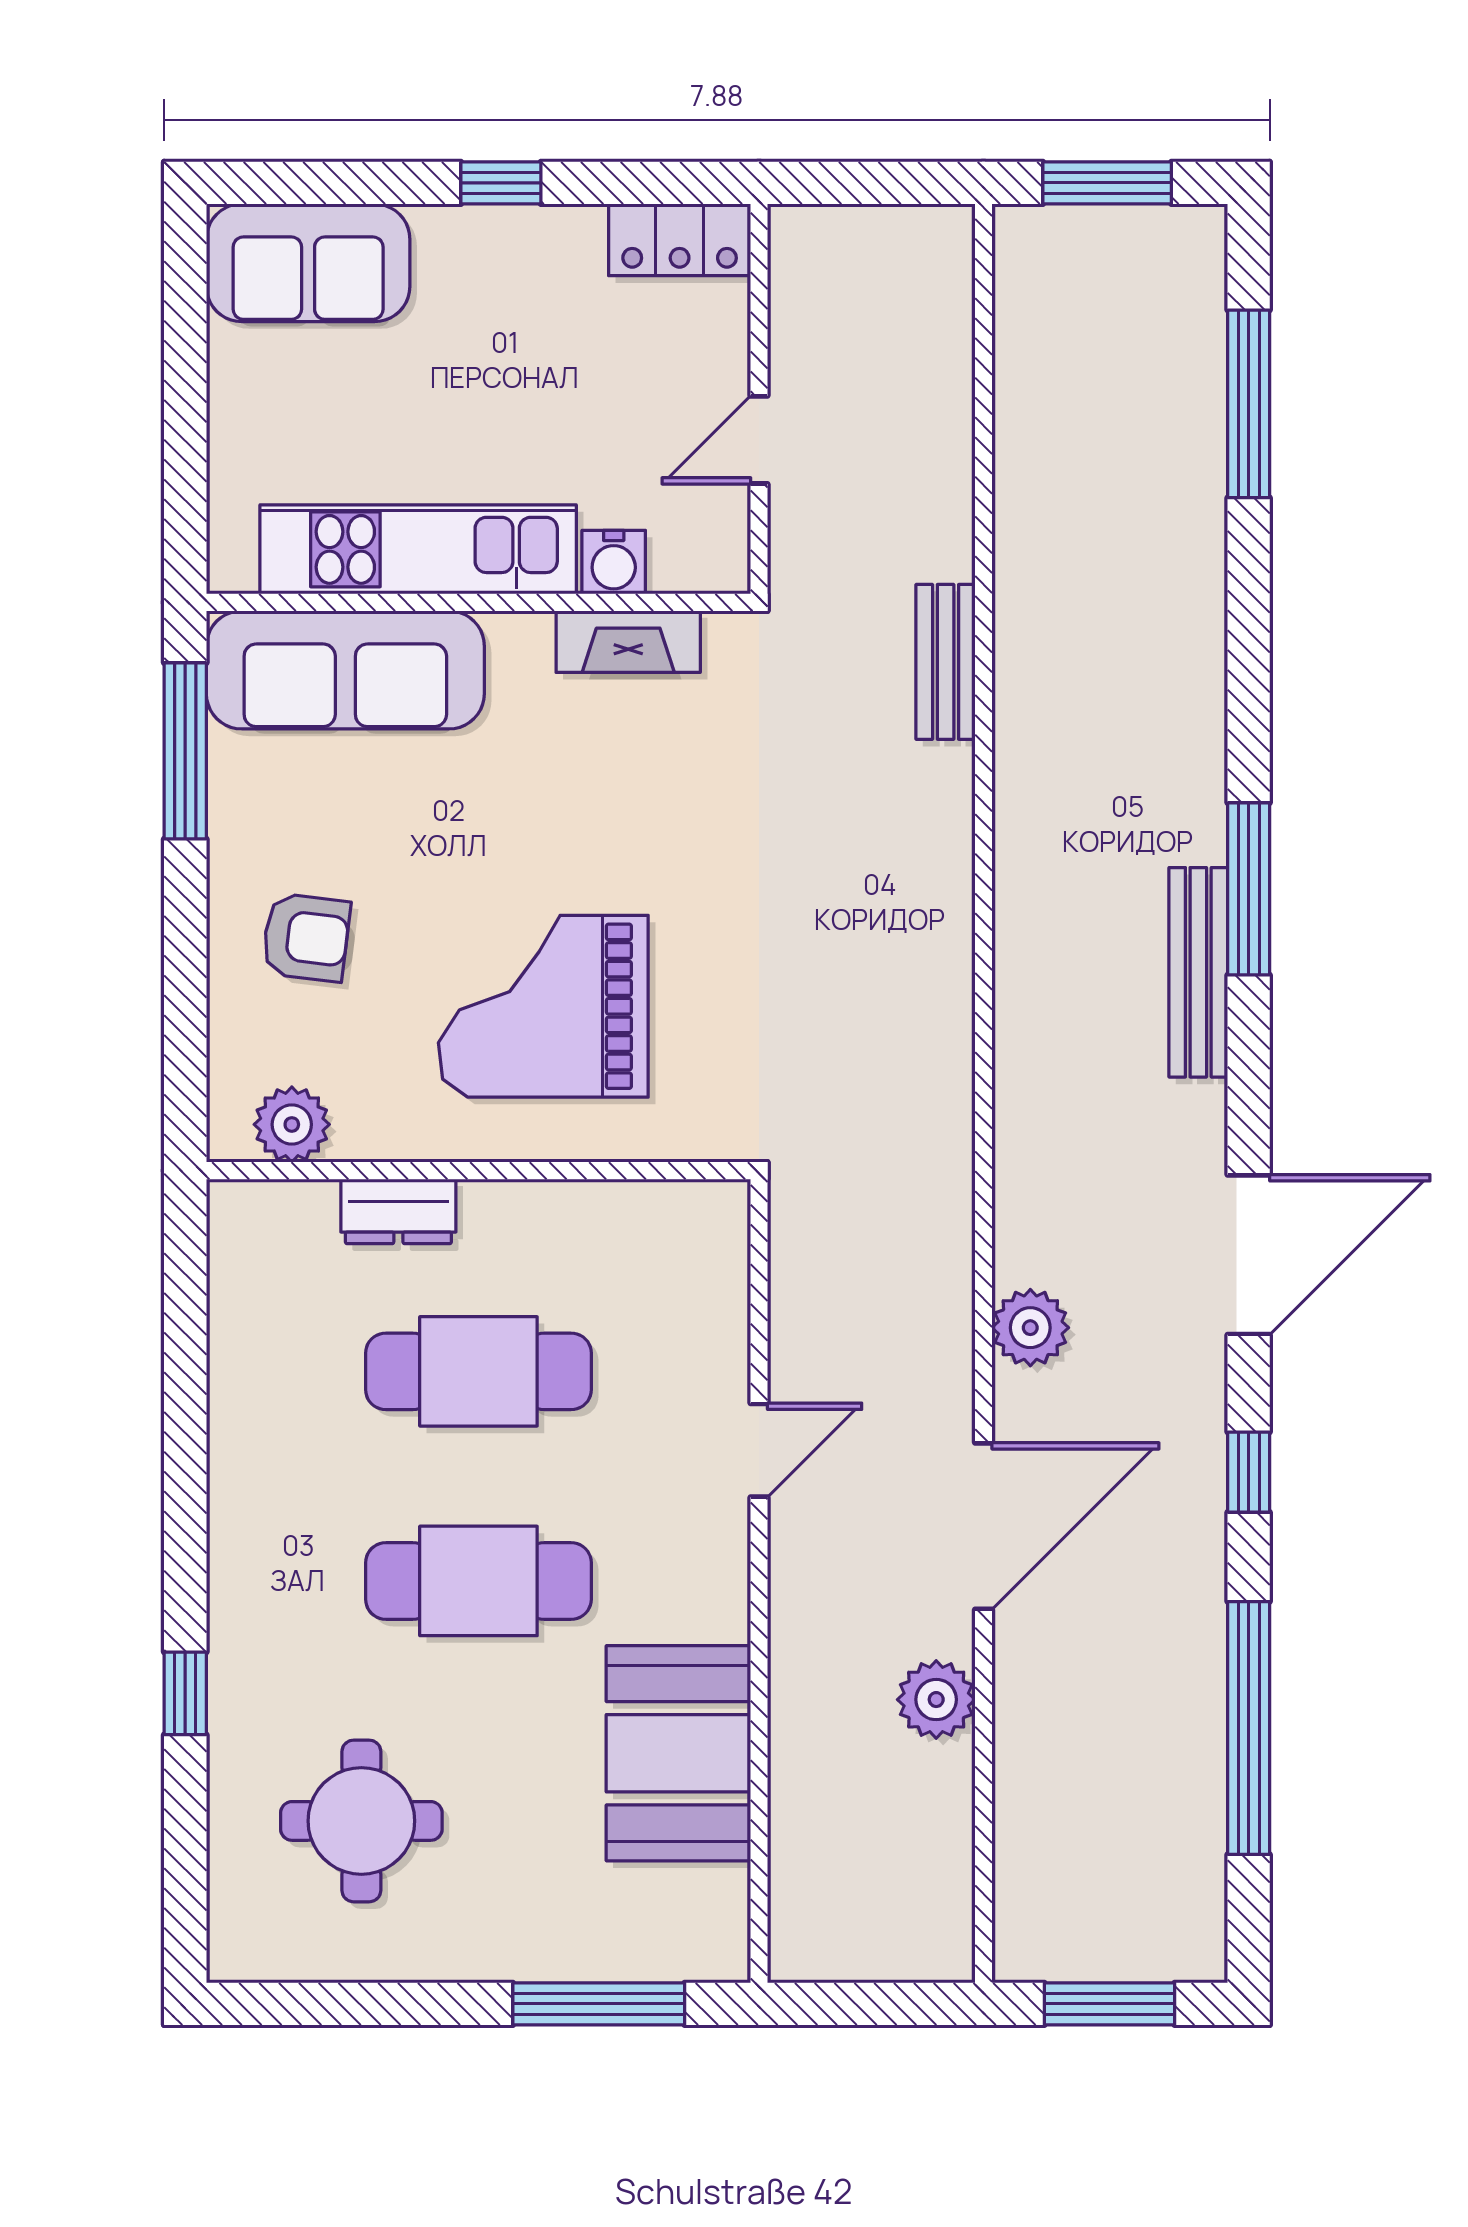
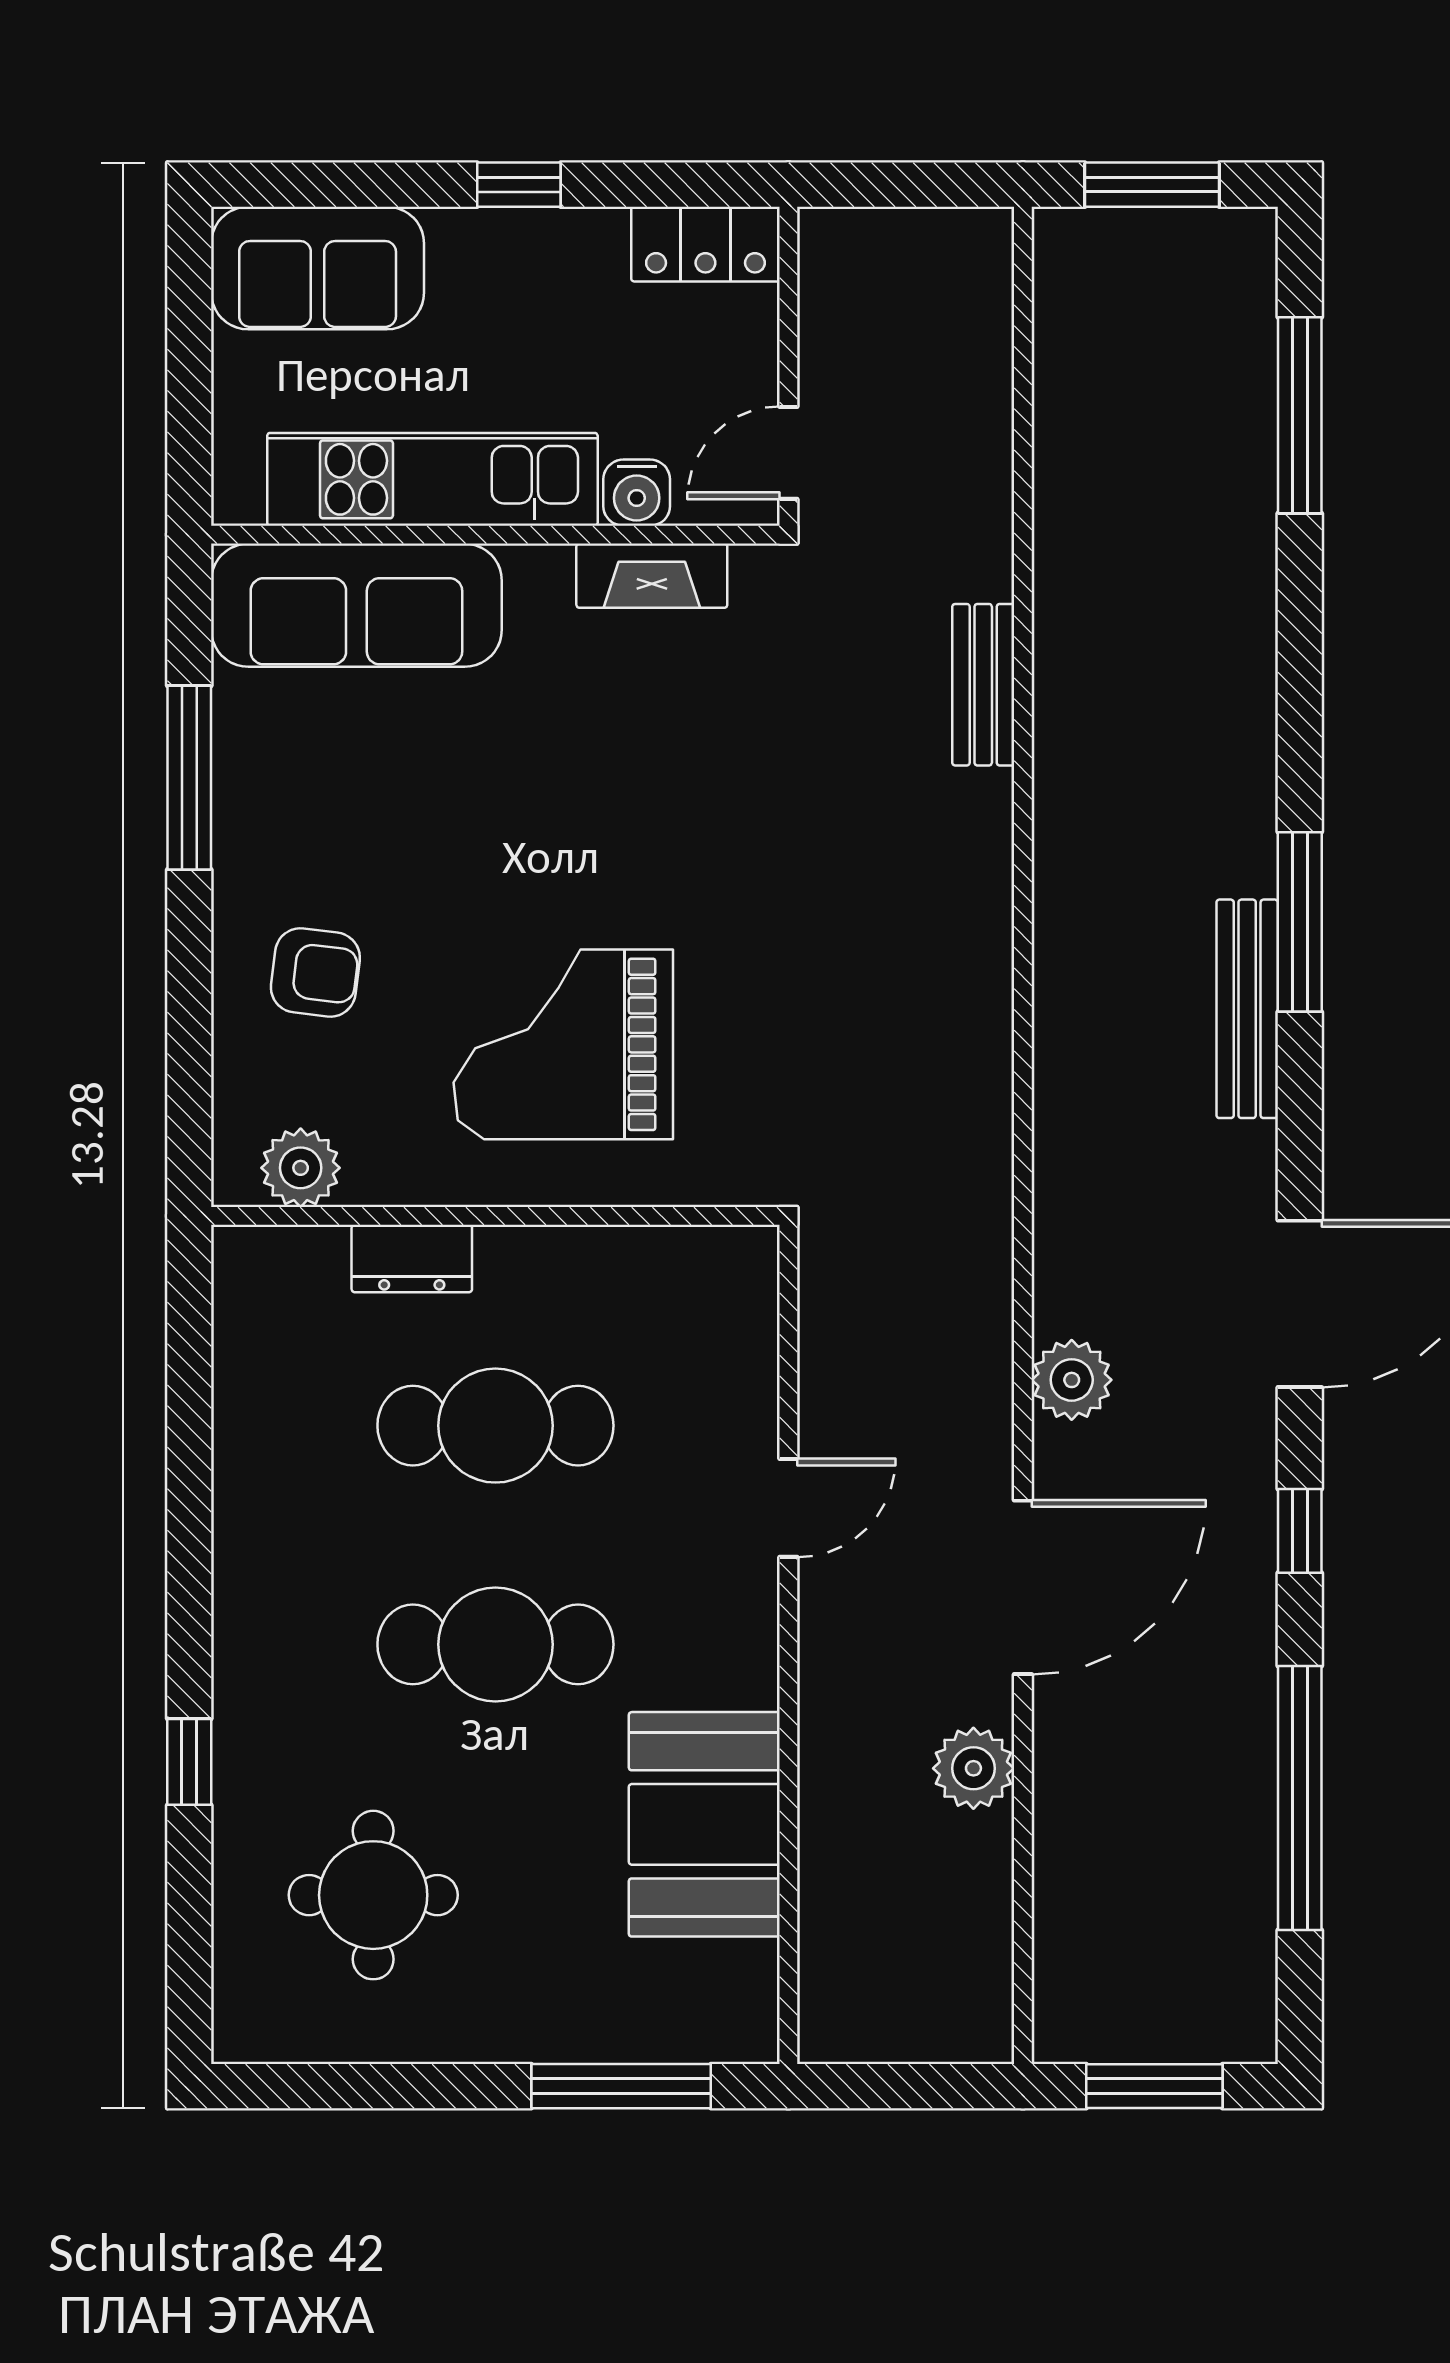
kitchen unit: (418, 549) -> (432, 479), moved
water cooler: (614, 562) -> (637, 493), moved
wall: (478, 602) -> (495, 535), moved
fireplace: (628, 642) -> (652, 576), moved
sofa: (345, 670) -> (356, 605), moved

